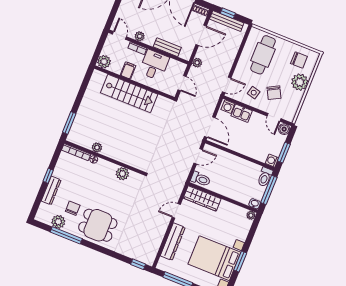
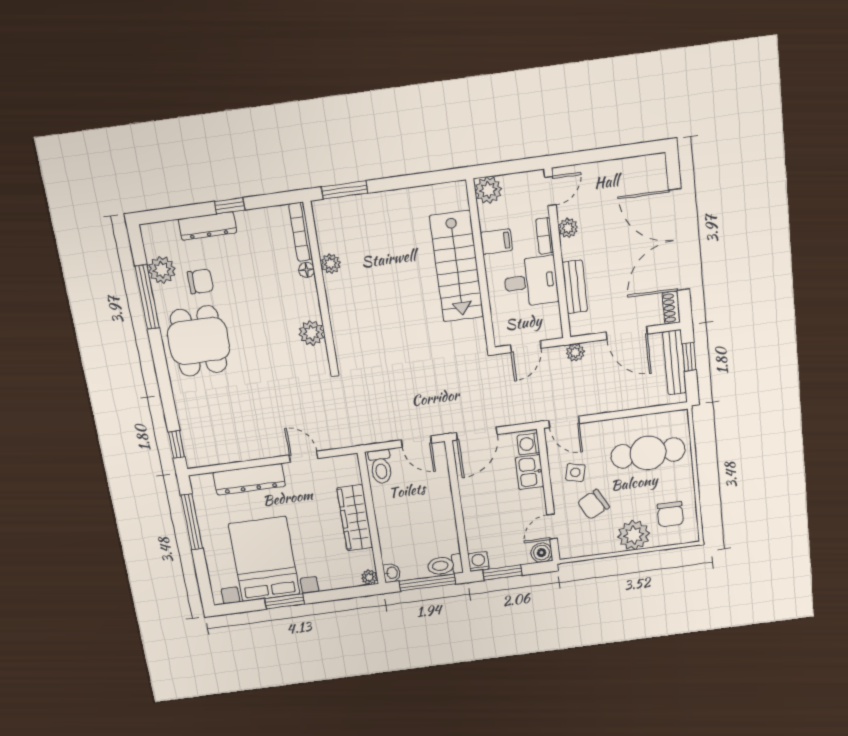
wardrobe: (202, 198) -> (355, 518), moved

